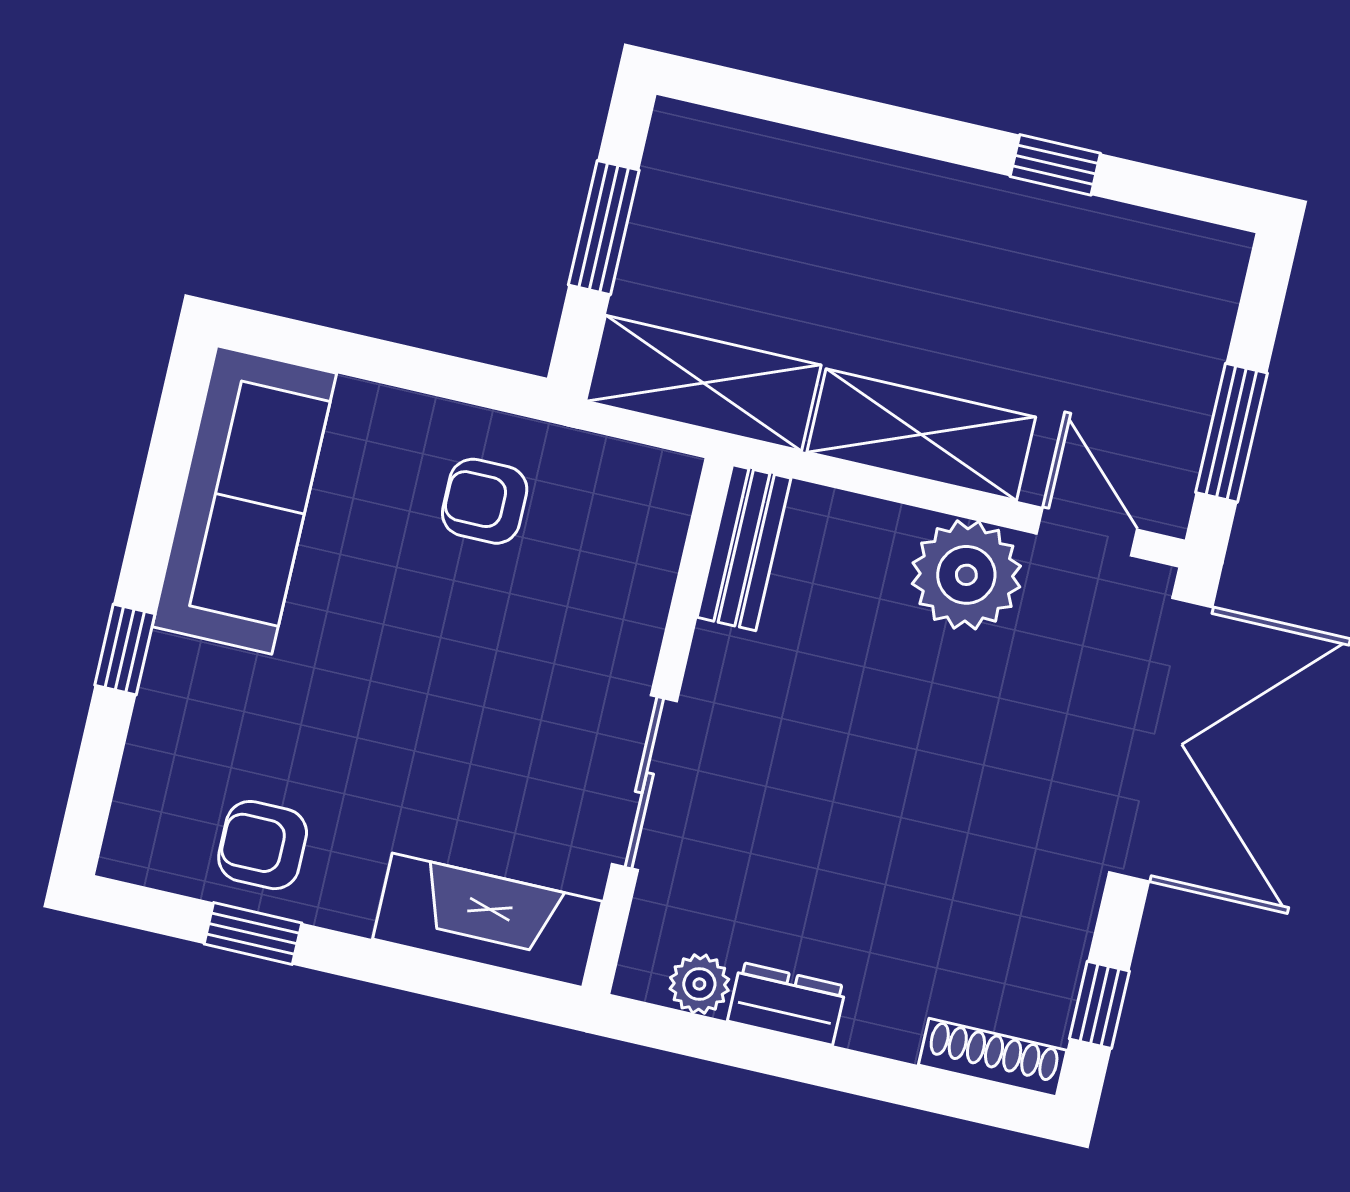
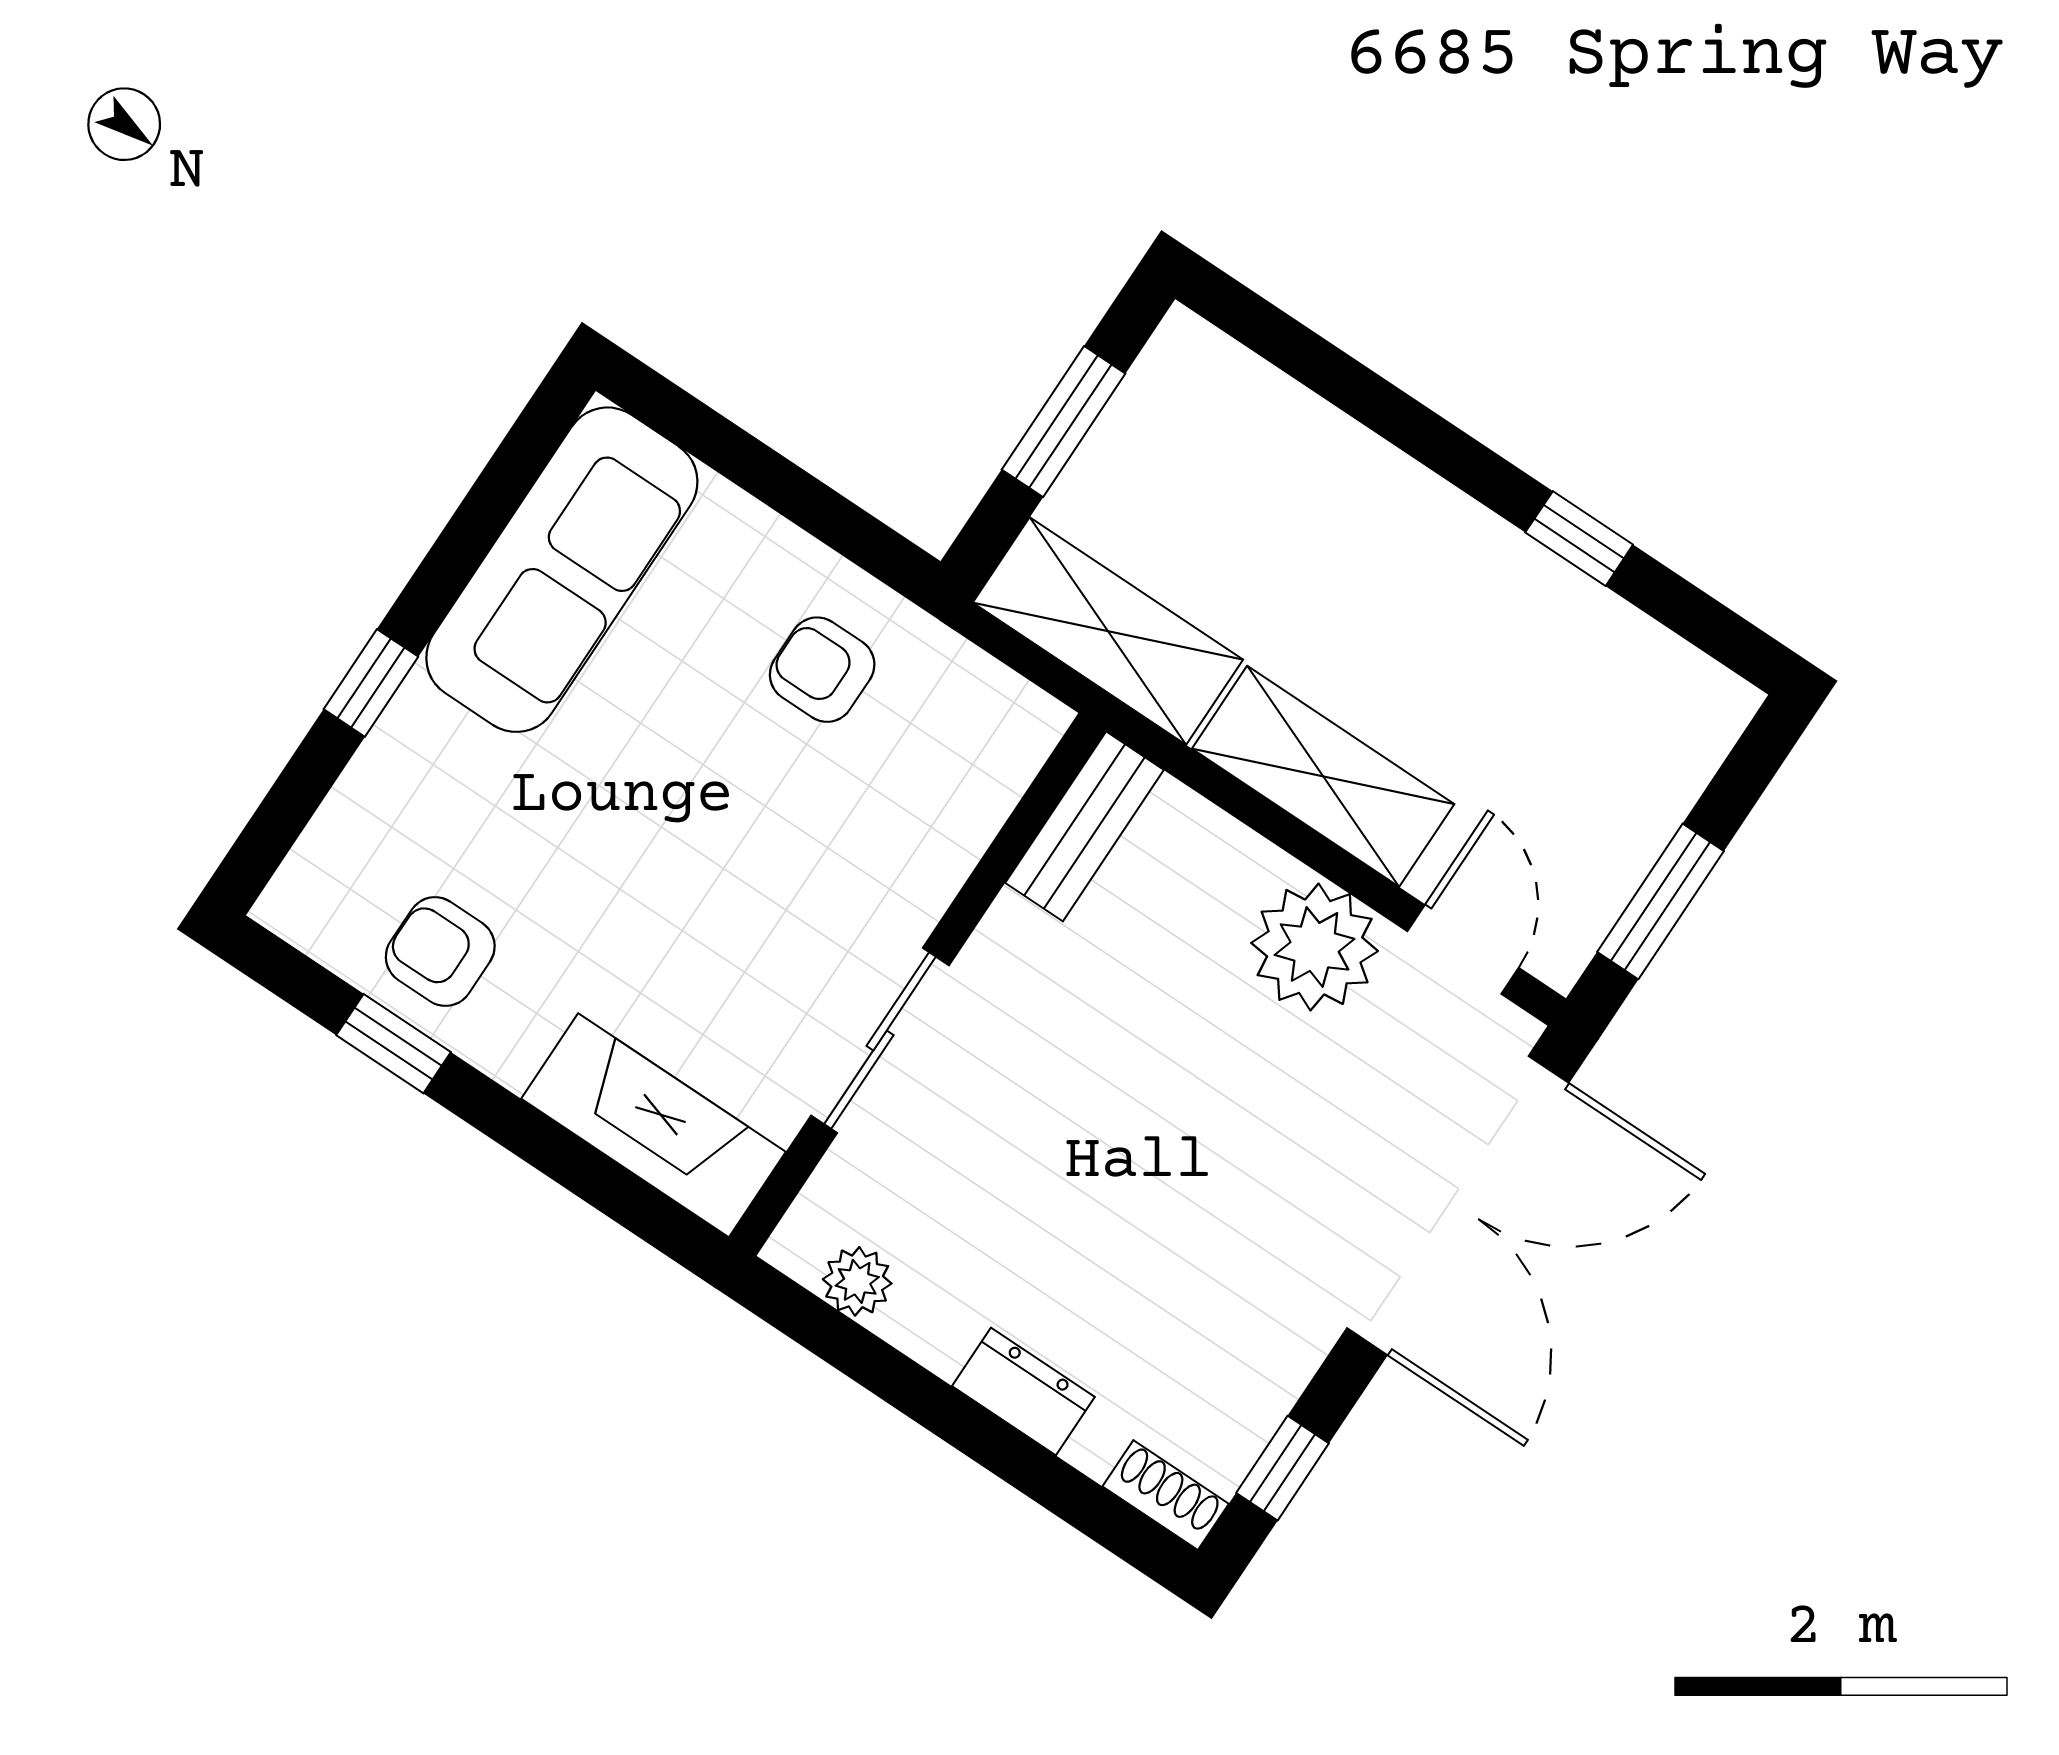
dresser: (787, 1004) -> (1023, 1391), moved
shoe rack: (993, 1058) -> (1166, 1495), width x0.70

